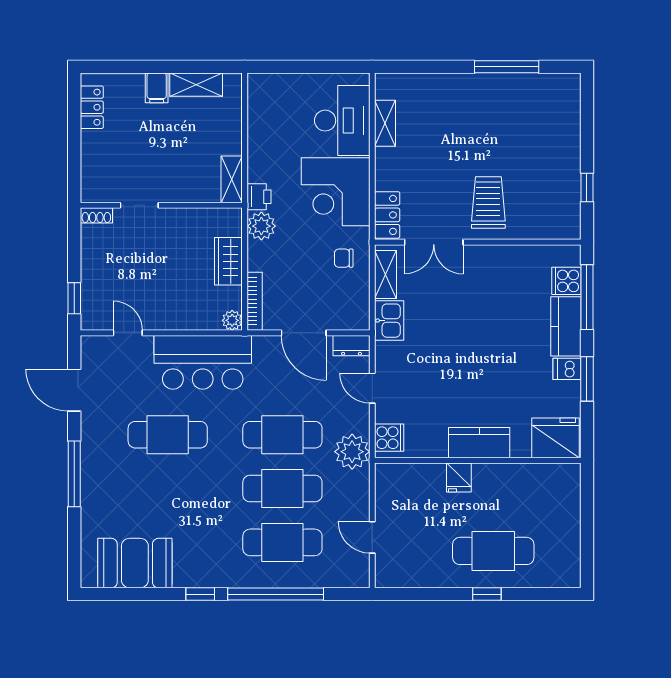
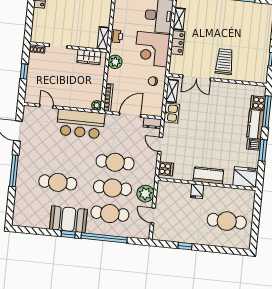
printer: (259, 197) -> (117, 36), moved
locker: (387, 215) -> (178, 43), moved
wardrobe: (228, 261) -> (89, 57), moved, turned -90
window: (74, 298) -> (24, 71), moved
door: (304, 333) -> (130, 115), swing flipped
cafe table: (168, 435) -> (58, 182), moved
plant: (352, 452) -> (145, 194), moved
cafe table: (493, 551) -> (227, 221), moved
booth: (135, 563) -> (68, 219), moved
window: (487, 594) -> (185, 246), moved

